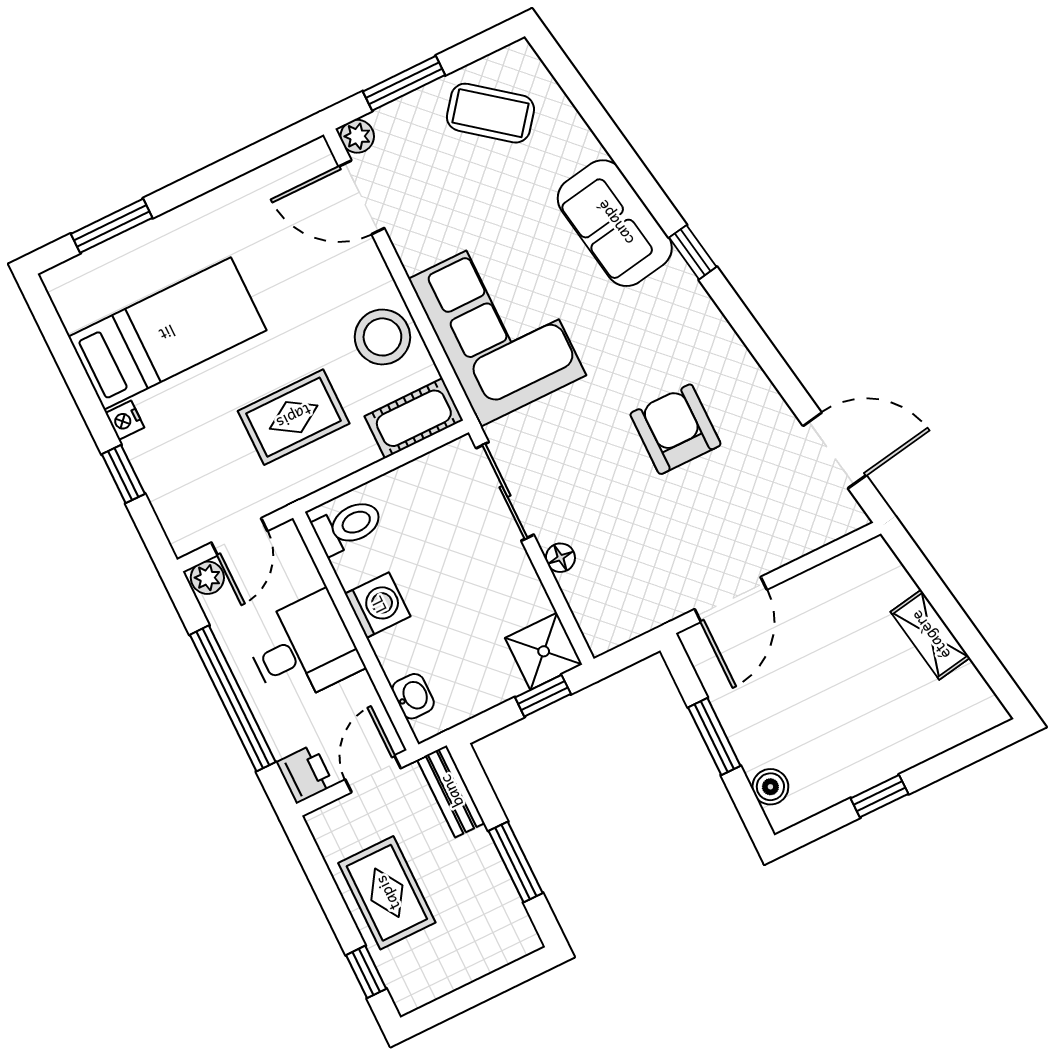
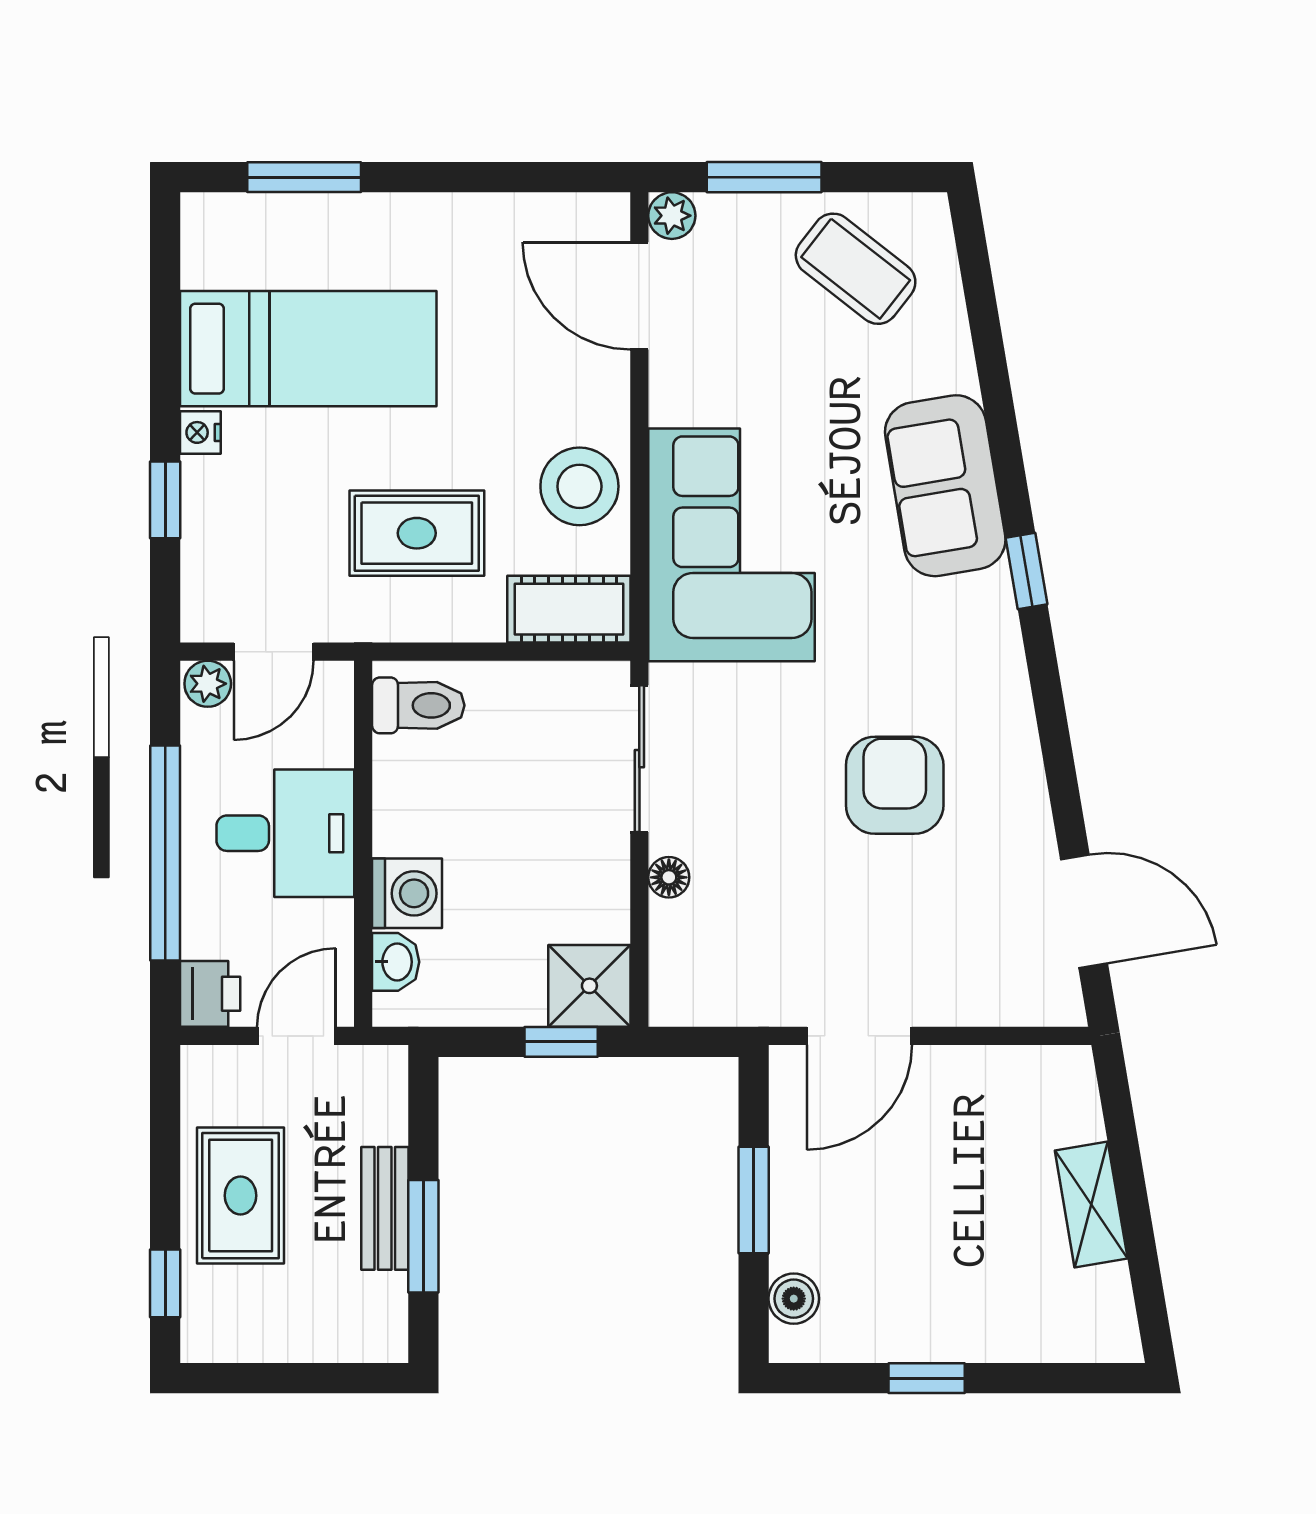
washing machine: (378, 605) -> (407, 893), moved
bench: (451, 791) -> (385, 1208), moved

